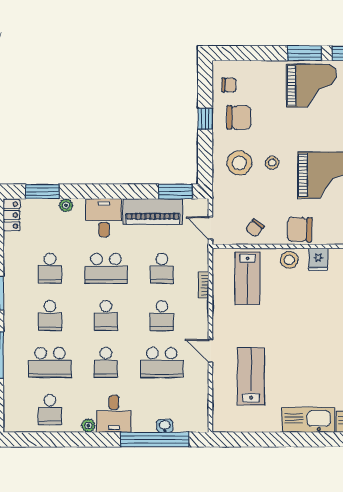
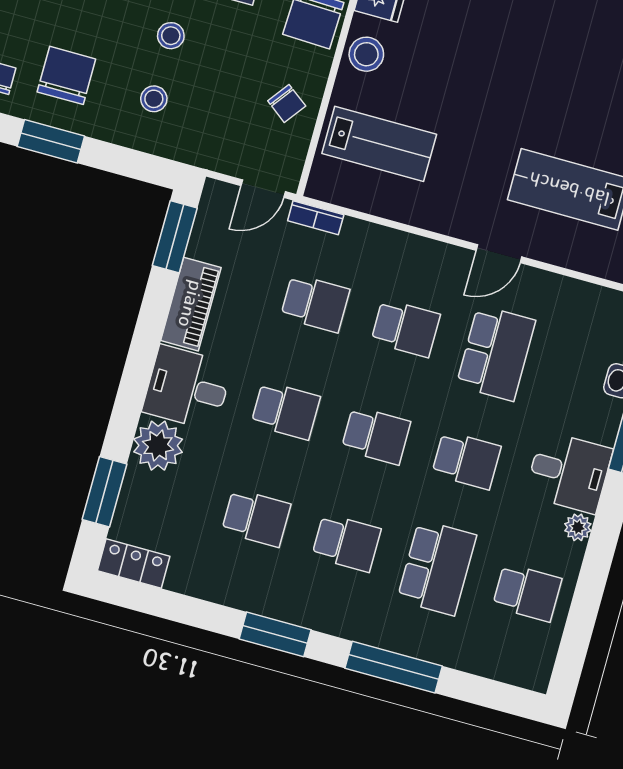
window: (205, 119) -> (51, 141), width x1.50
stool: (239, 163) -> (154, 99), width x0.53, depth x0.53
plant: (66, 205) -> (158, 446), width x1.88, depth x1.88
piano: (153, 211) -> (191, 304), width x0.73, depth x0.75
school desk: (106, 268) -> (286, 411), width x0.54
bookcase: (203, 285) -> (316, 218), moved

